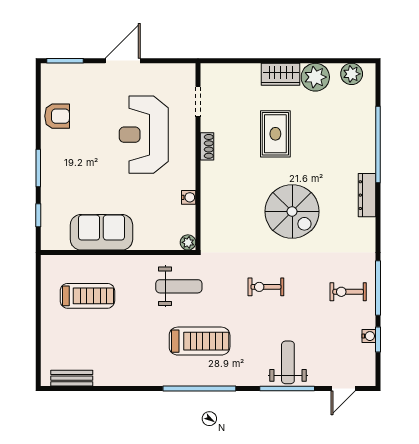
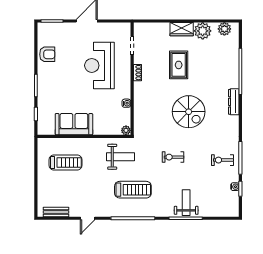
door: (343, 388) -> (88, 218), moved

